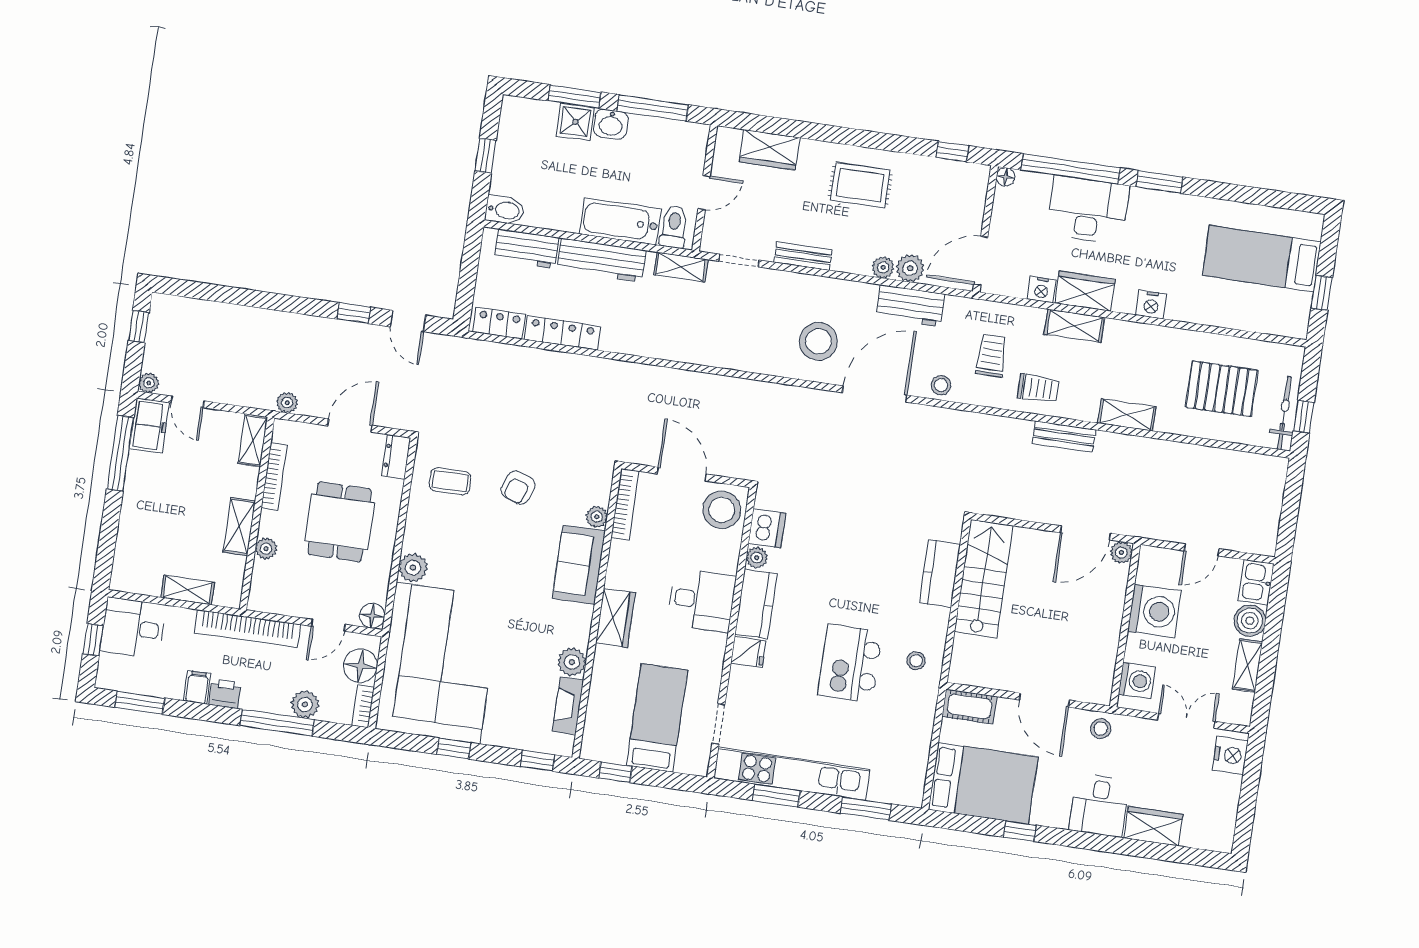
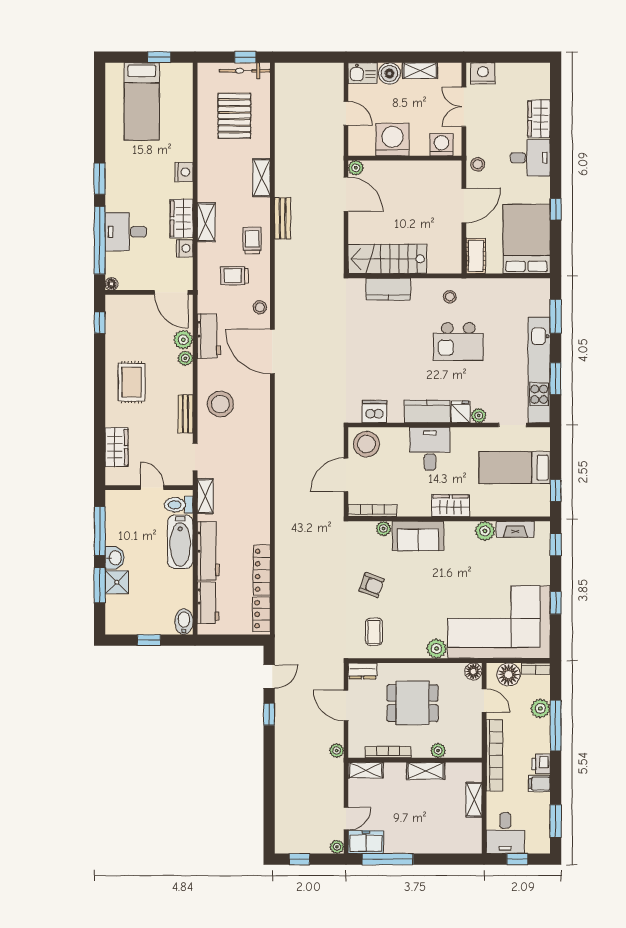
desk: (1088, 210) -> (126, 232), width x0.73
stool: (818, 341) -> (220, 404), moved
plant: (757, 558) -> (479, 415), moved

